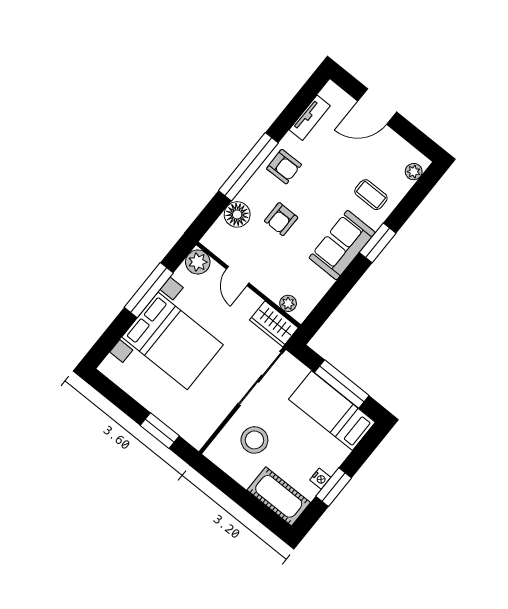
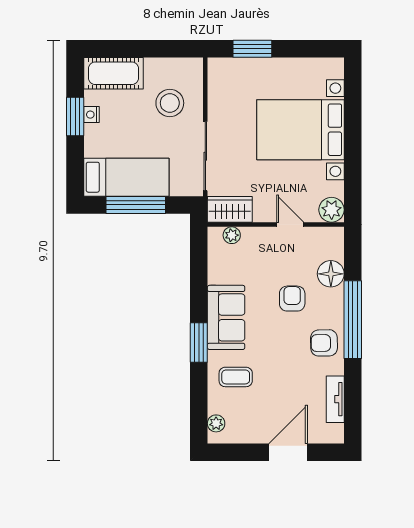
window: (149, 290) -> (353, 155), removed

